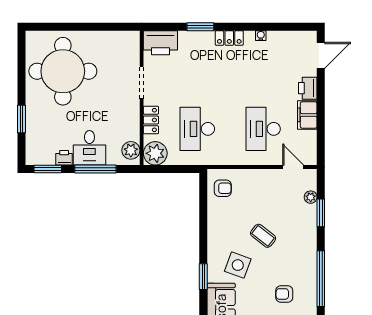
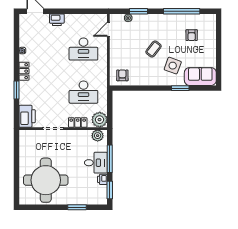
filing cabinet: (307, 115) -> (74, 20), removed

